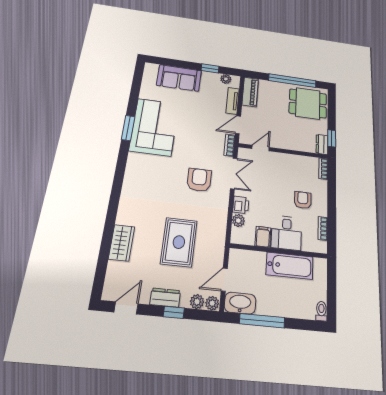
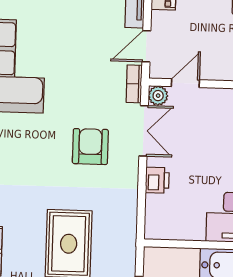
plant: (238, 220) -> (158, 96), moved
filing cabinet: (263, 237) -> (193, 226), removed

